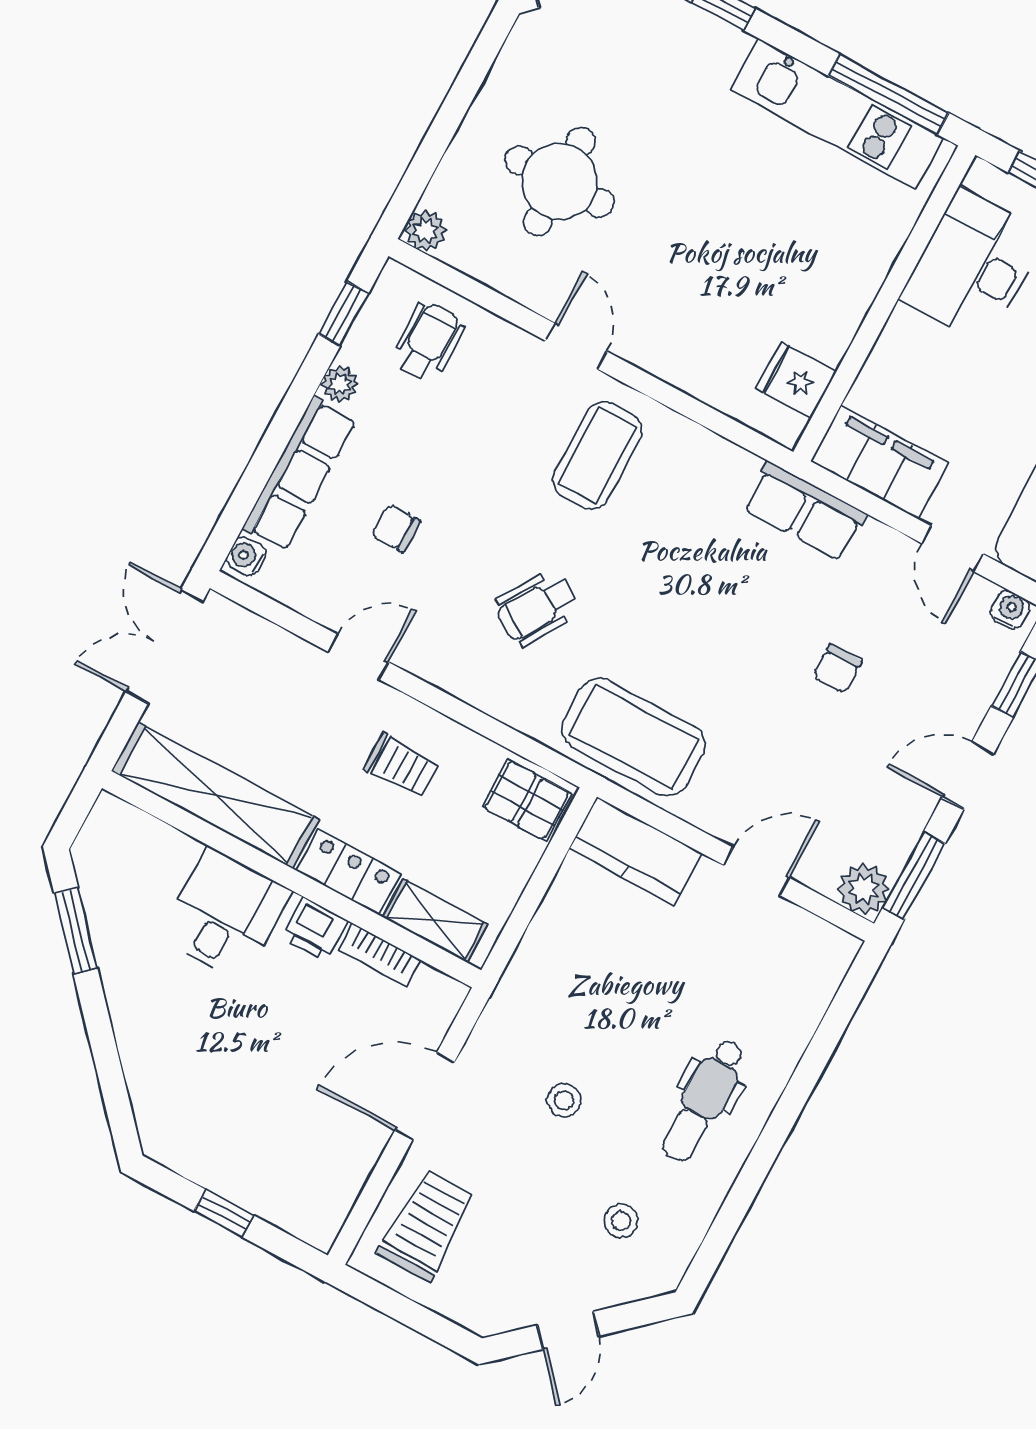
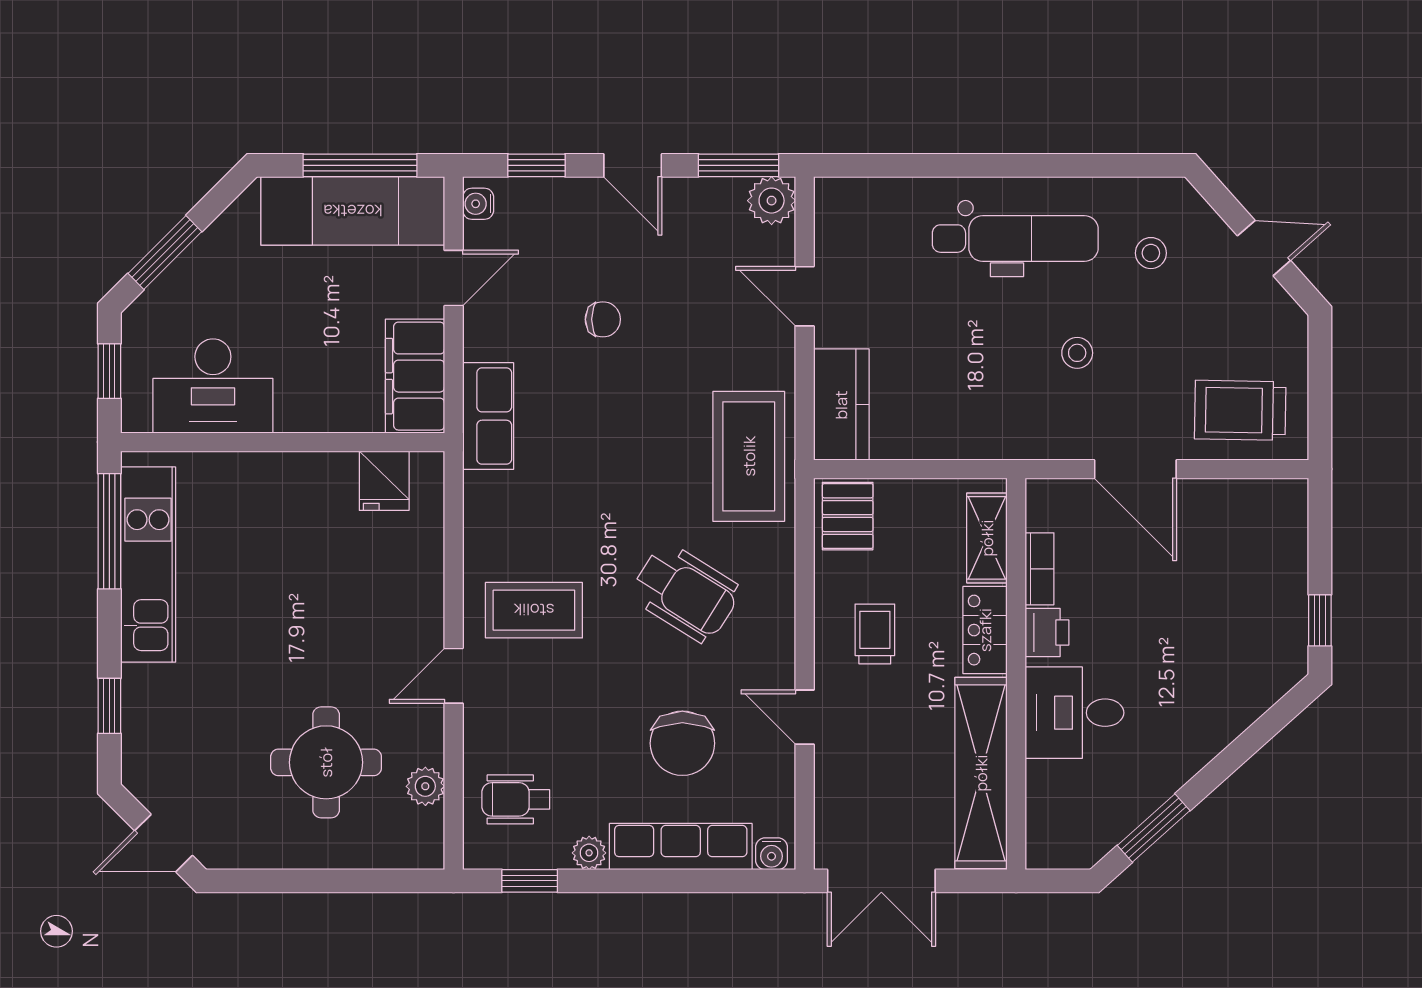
plant: (426, 231) -> (425, 786), moved
chair: (396, 528) -> (682, 743), width x1.87, depth x1.87
wheelchair: (537, 608) -> (685, 593), width x1.36, depth x1.37
dental chair: (704, 1100) -> (1015, 239), width x1.36, depth x1.38
window: (224, 1213) -> (1320, 620), moved

